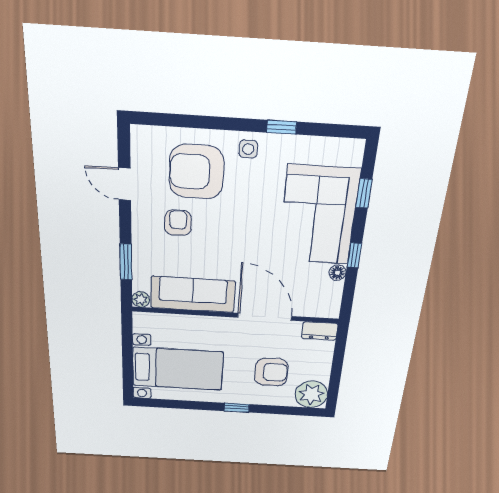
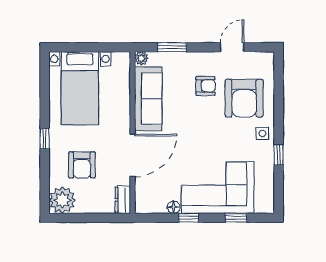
armchair: (197, 172) -> (244, 98), turned 180

